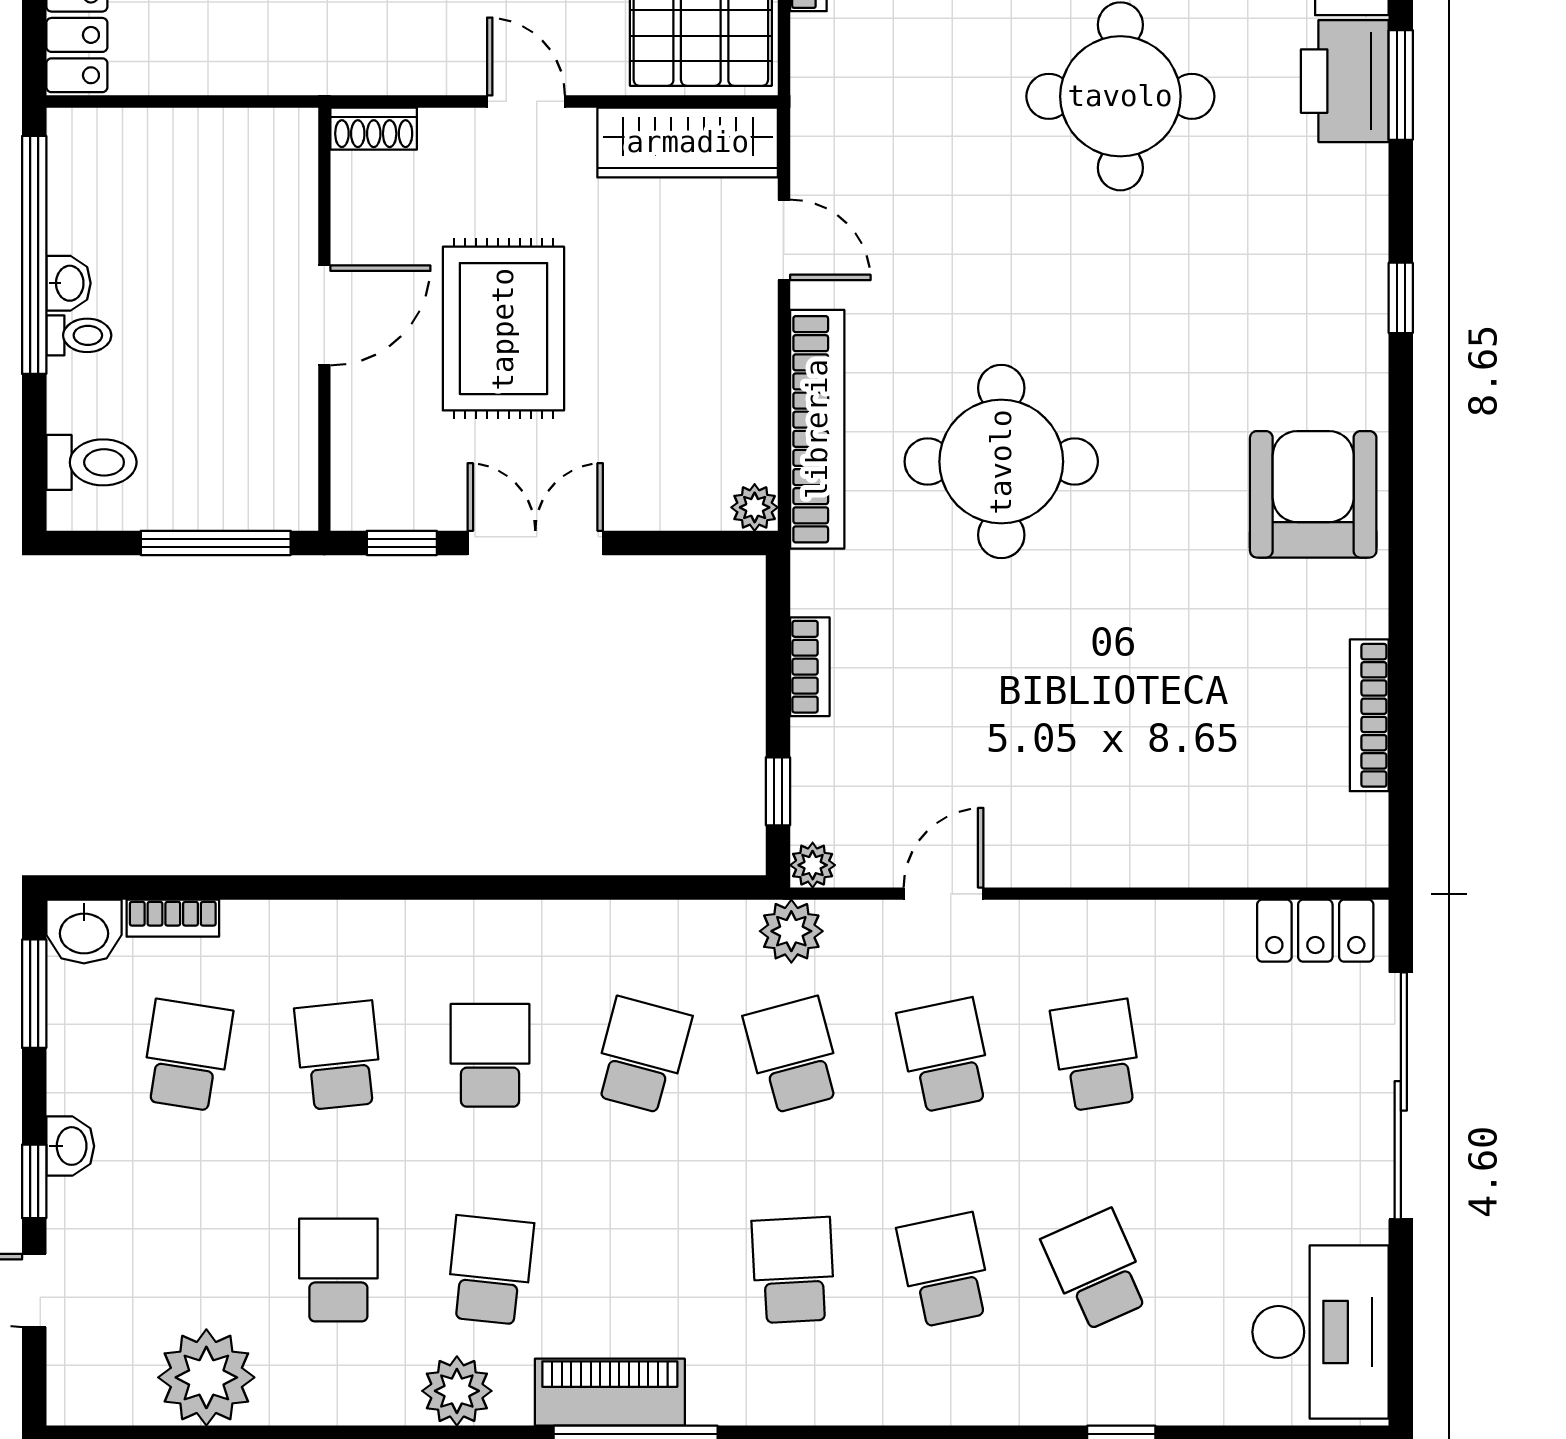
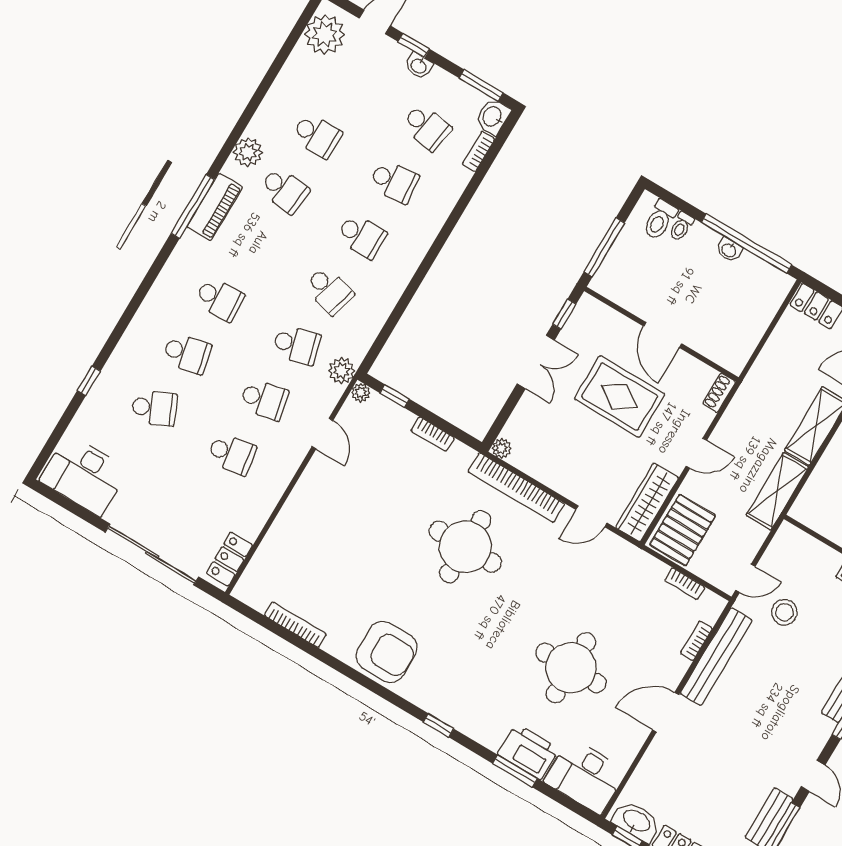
toilet: (79, 335) -> (681, 226), moved
plant: (206, 1377) -> (325, 34), moved

